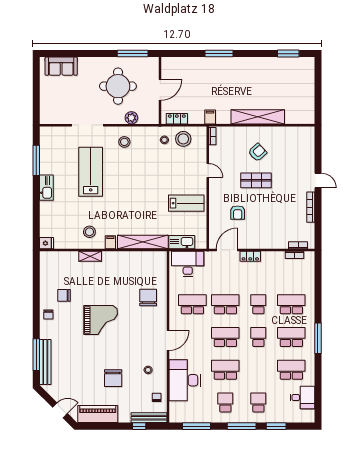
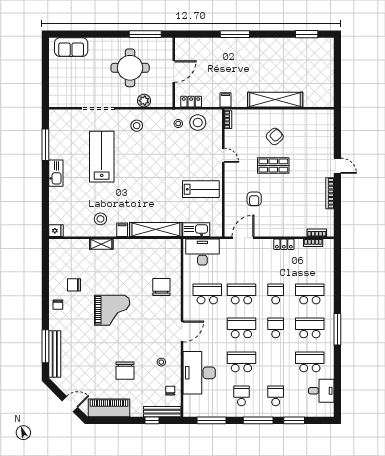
locker: (250, 256) -> (284, 244), moved

